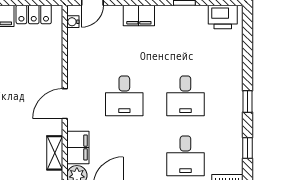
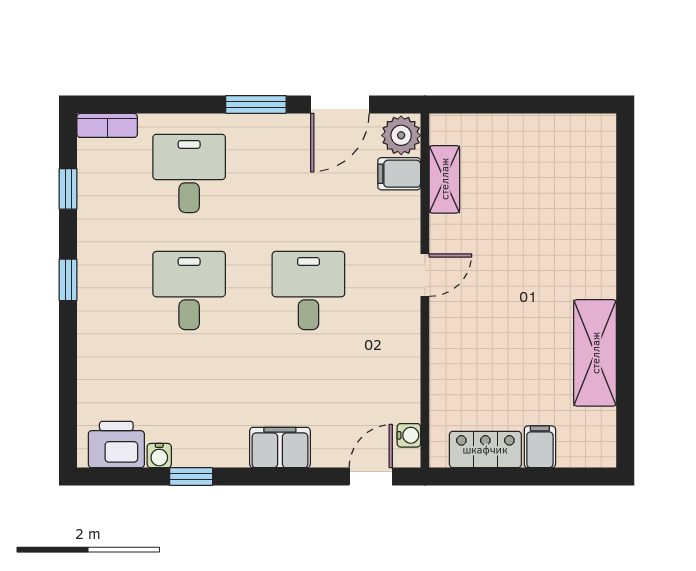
water cooler: (201, 11) -> (159, 456), added
door: (65, 104) -> (425, 275), width x0.73
filing cabinet: (78, 147) -> (399, 174), width x0.50

